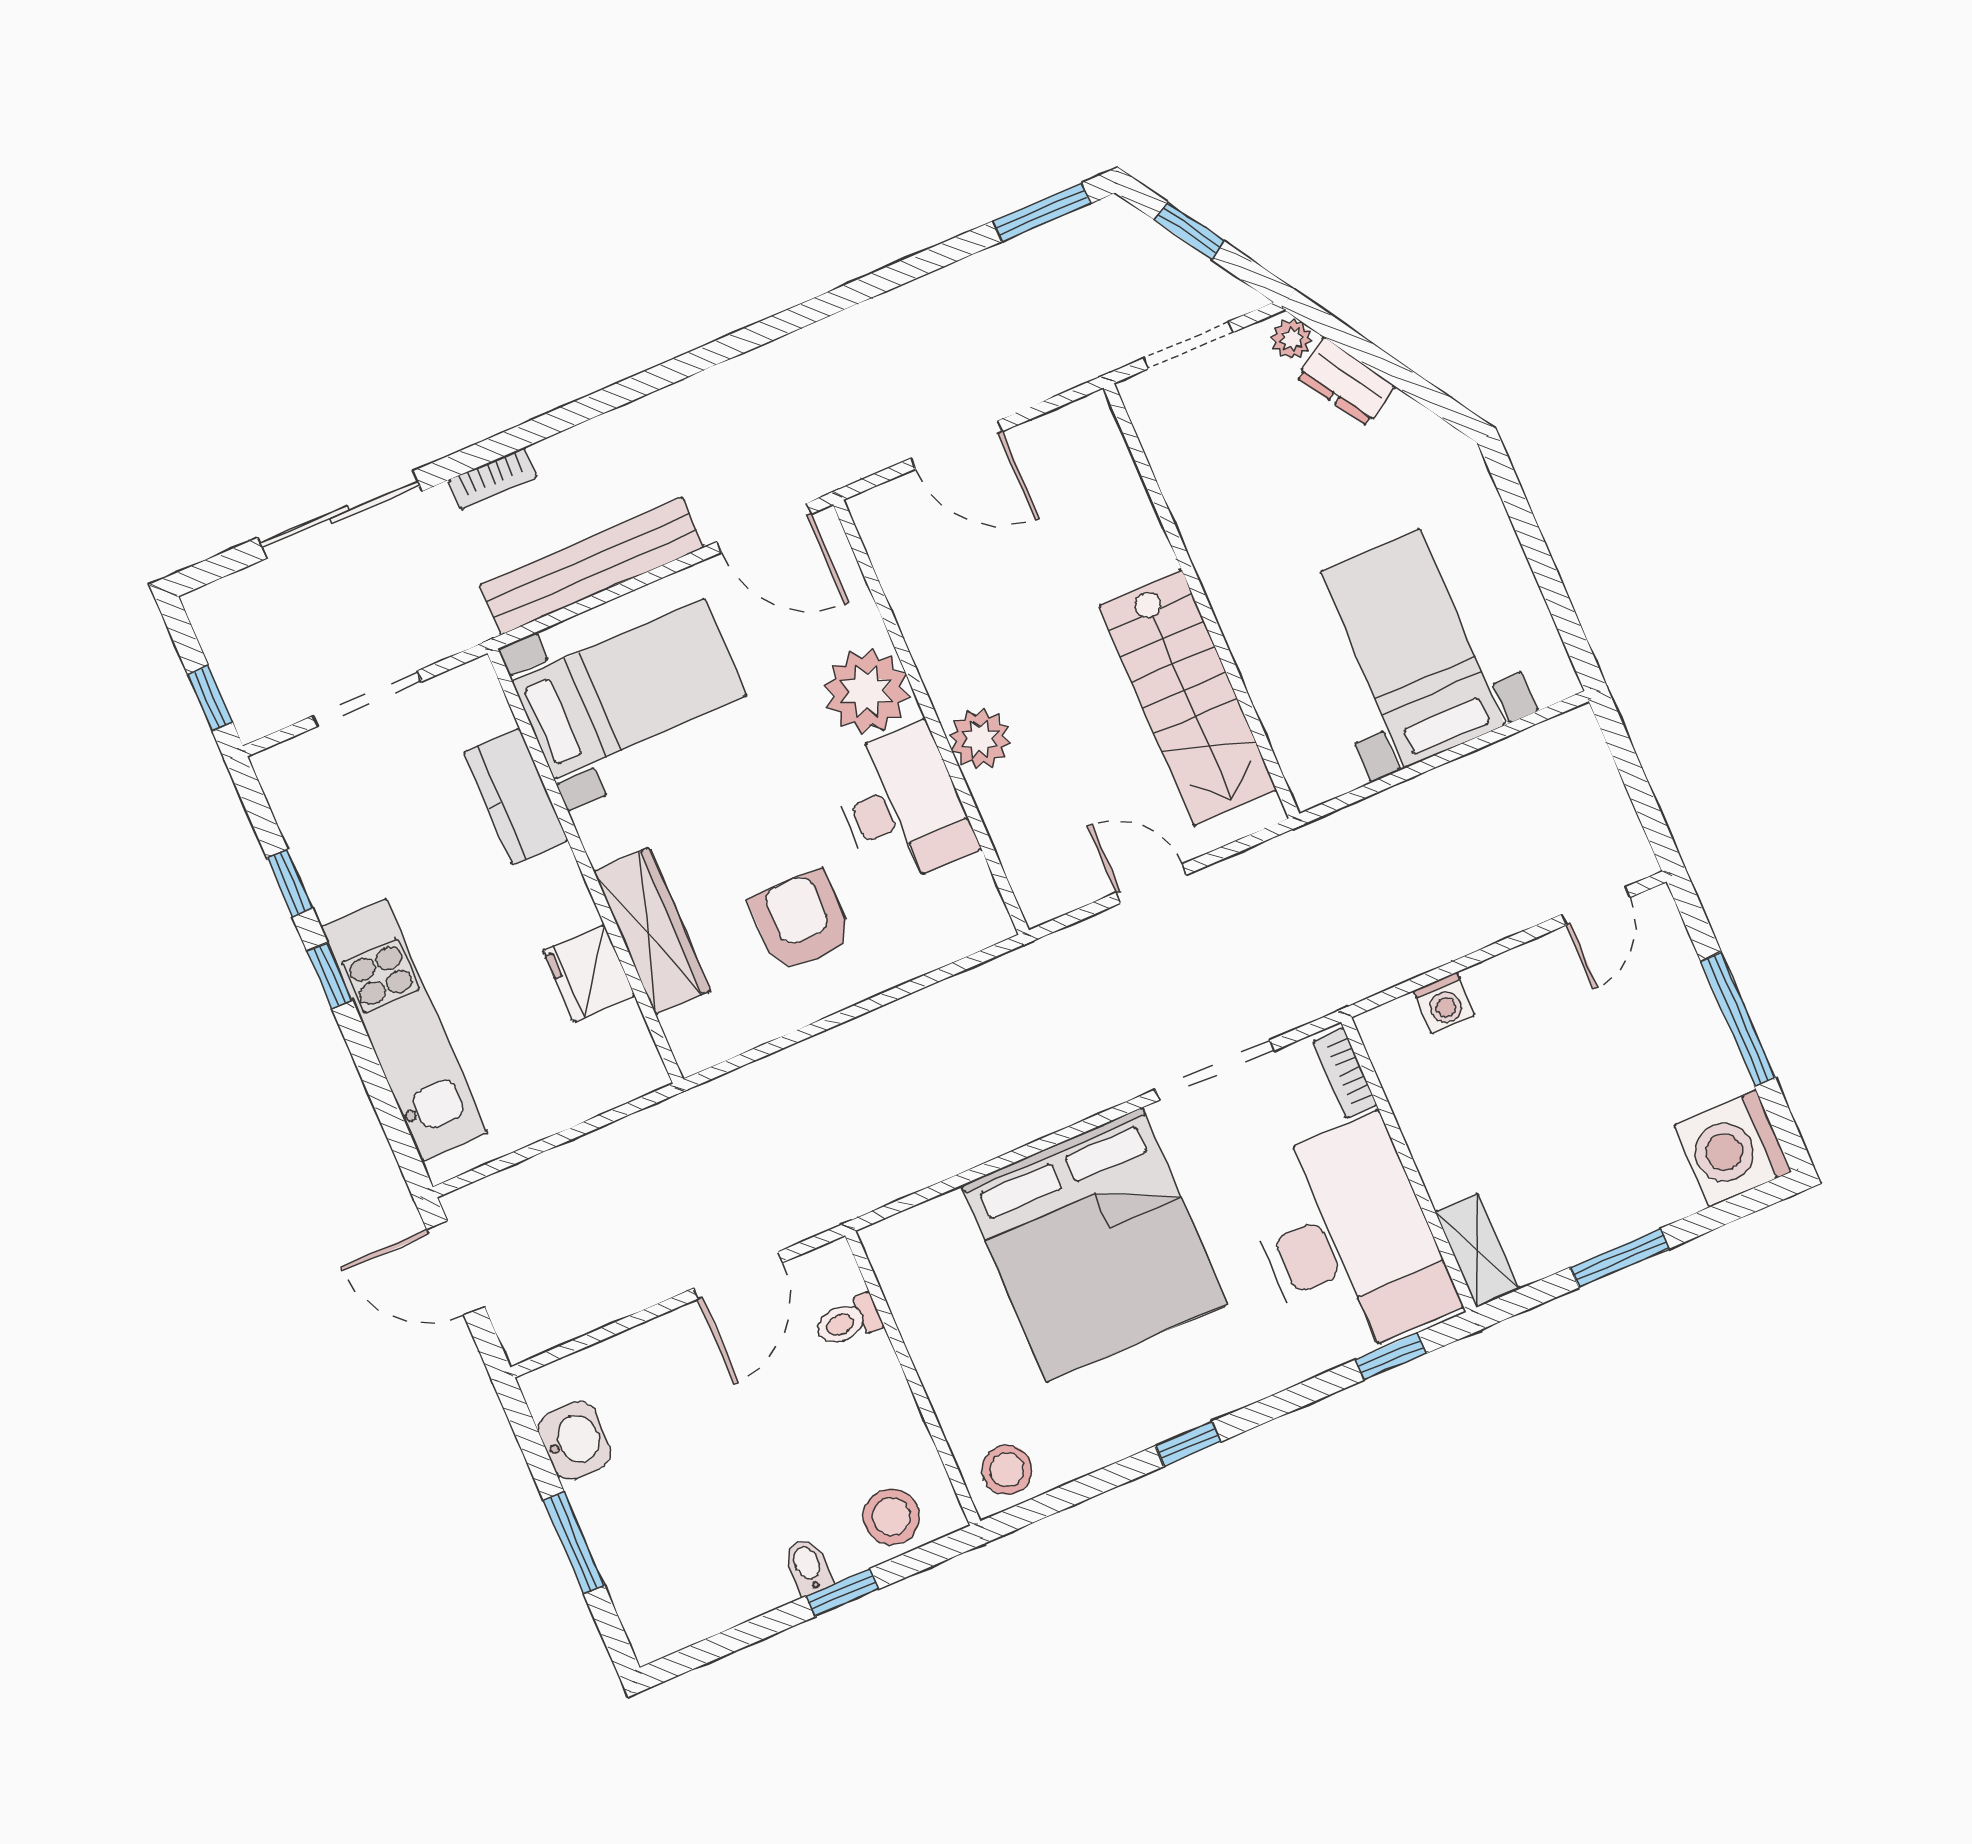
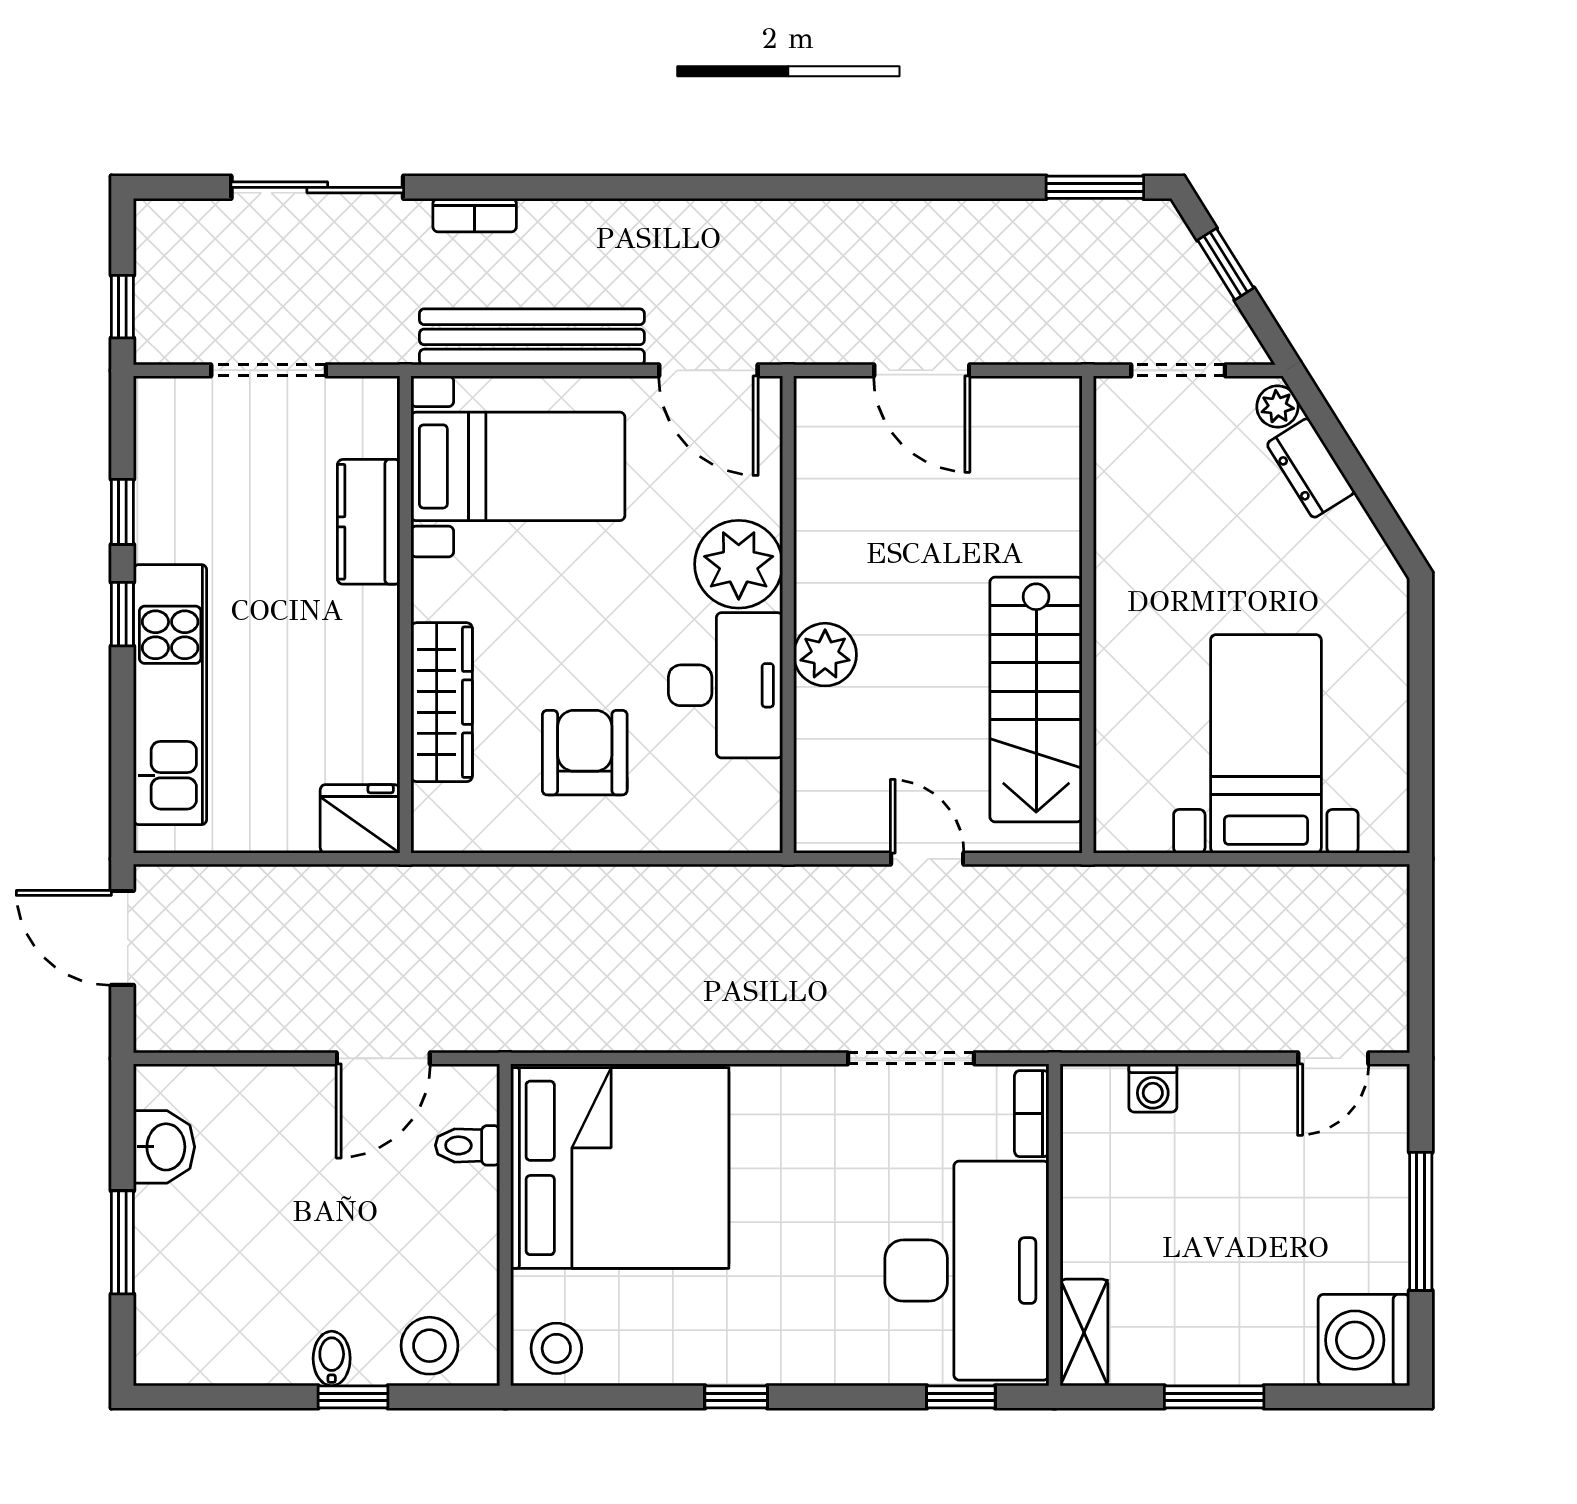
fridge: (589, 973) -> (360, 819), moved, turned 90
bed: (1094, 1245) -> (620, 1168), moved, turned -90

